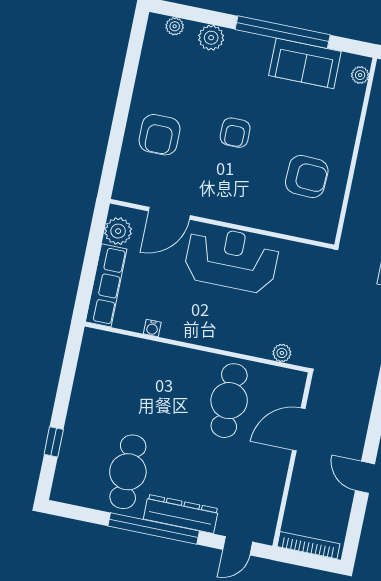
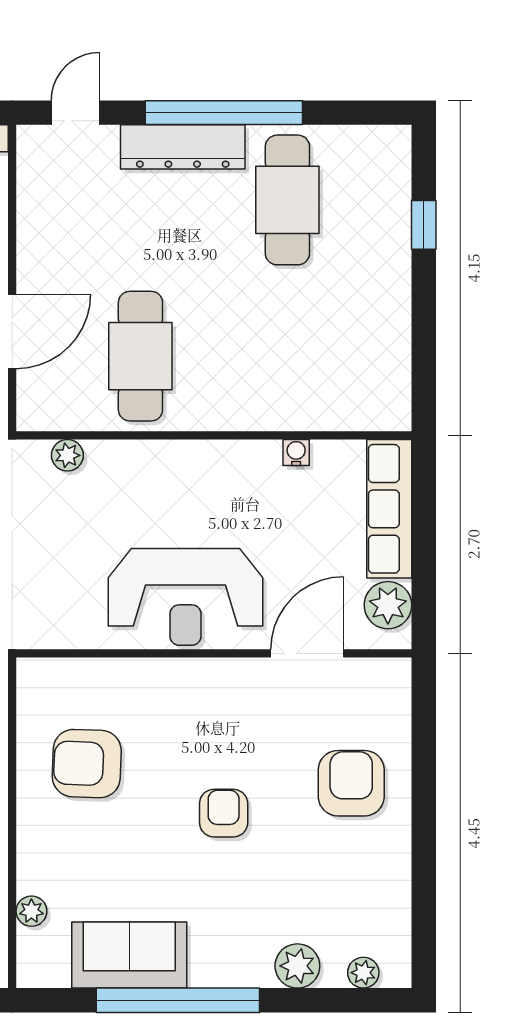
plant: (360, 75) -> (31, 911), moved

